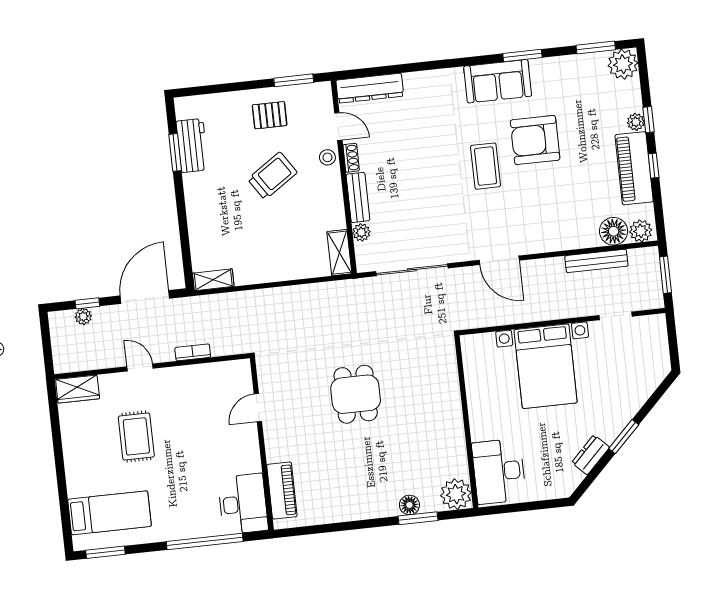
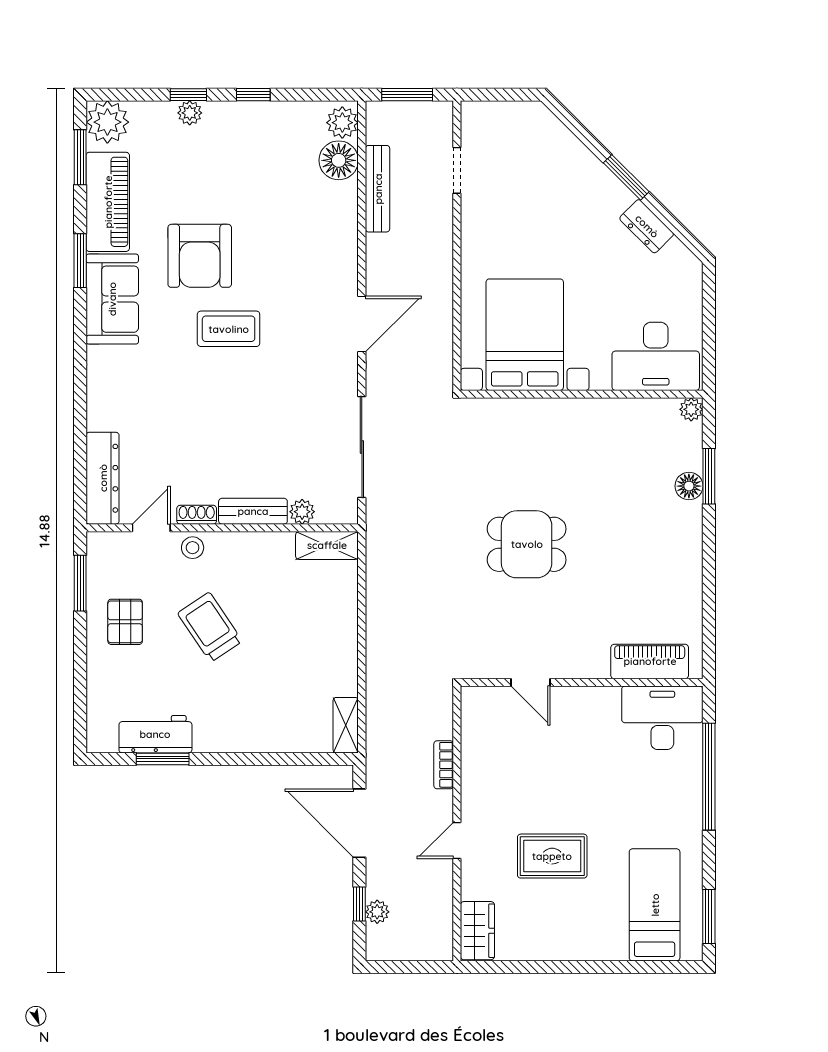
piano: (634, 168) -> (108, 202), moved, turned -90
bed with nightstands: (546, 366) -> (525, 335), moved, turned -90
plant: (456, 494) -> (691, 409), width x0.53, depth x0.53

